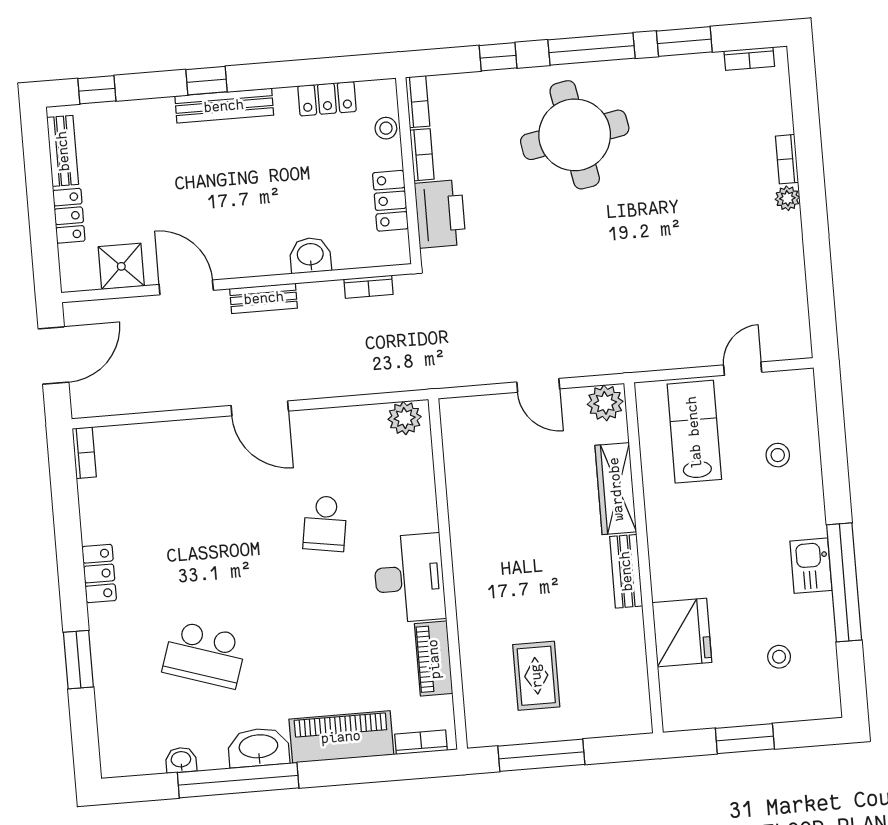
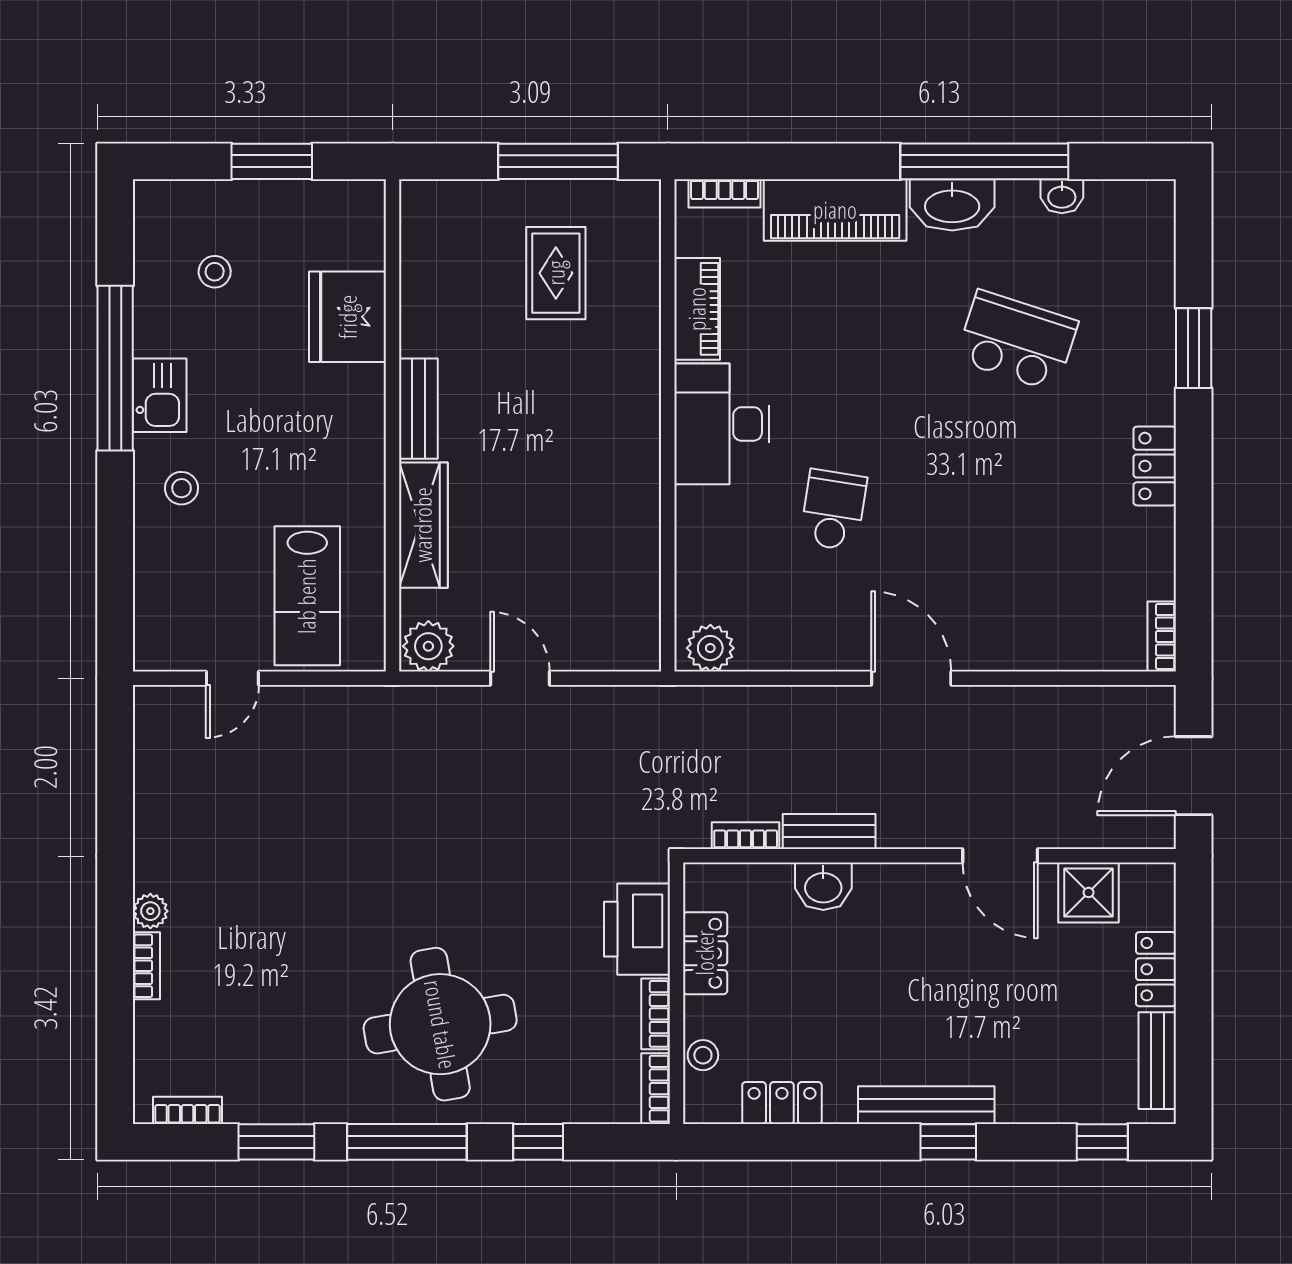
bench: (264, 298) -> (829, 831), moved
stool: (778, 455) -> (182, 488), moved

